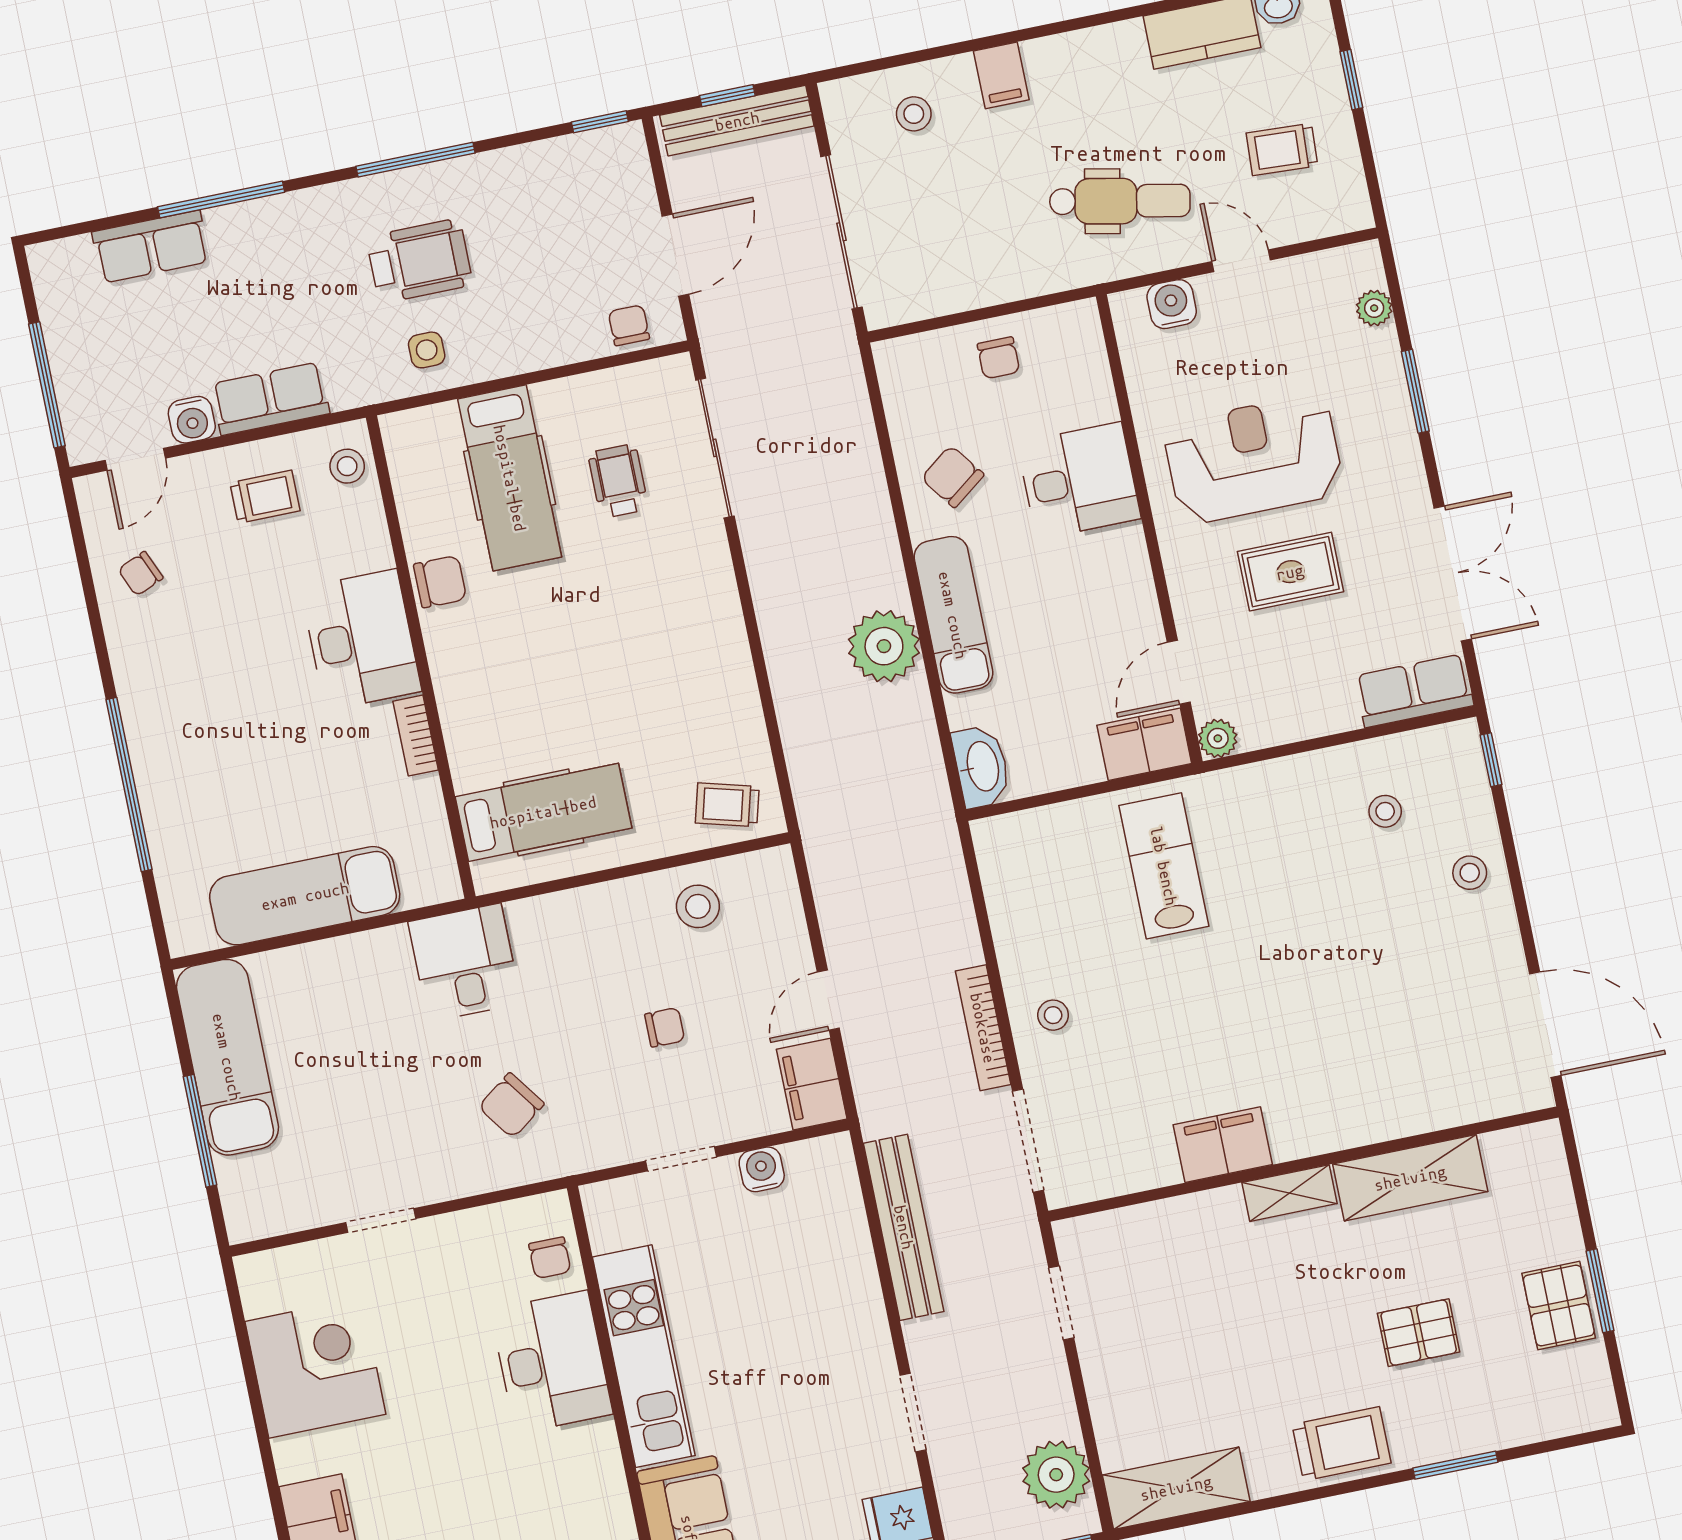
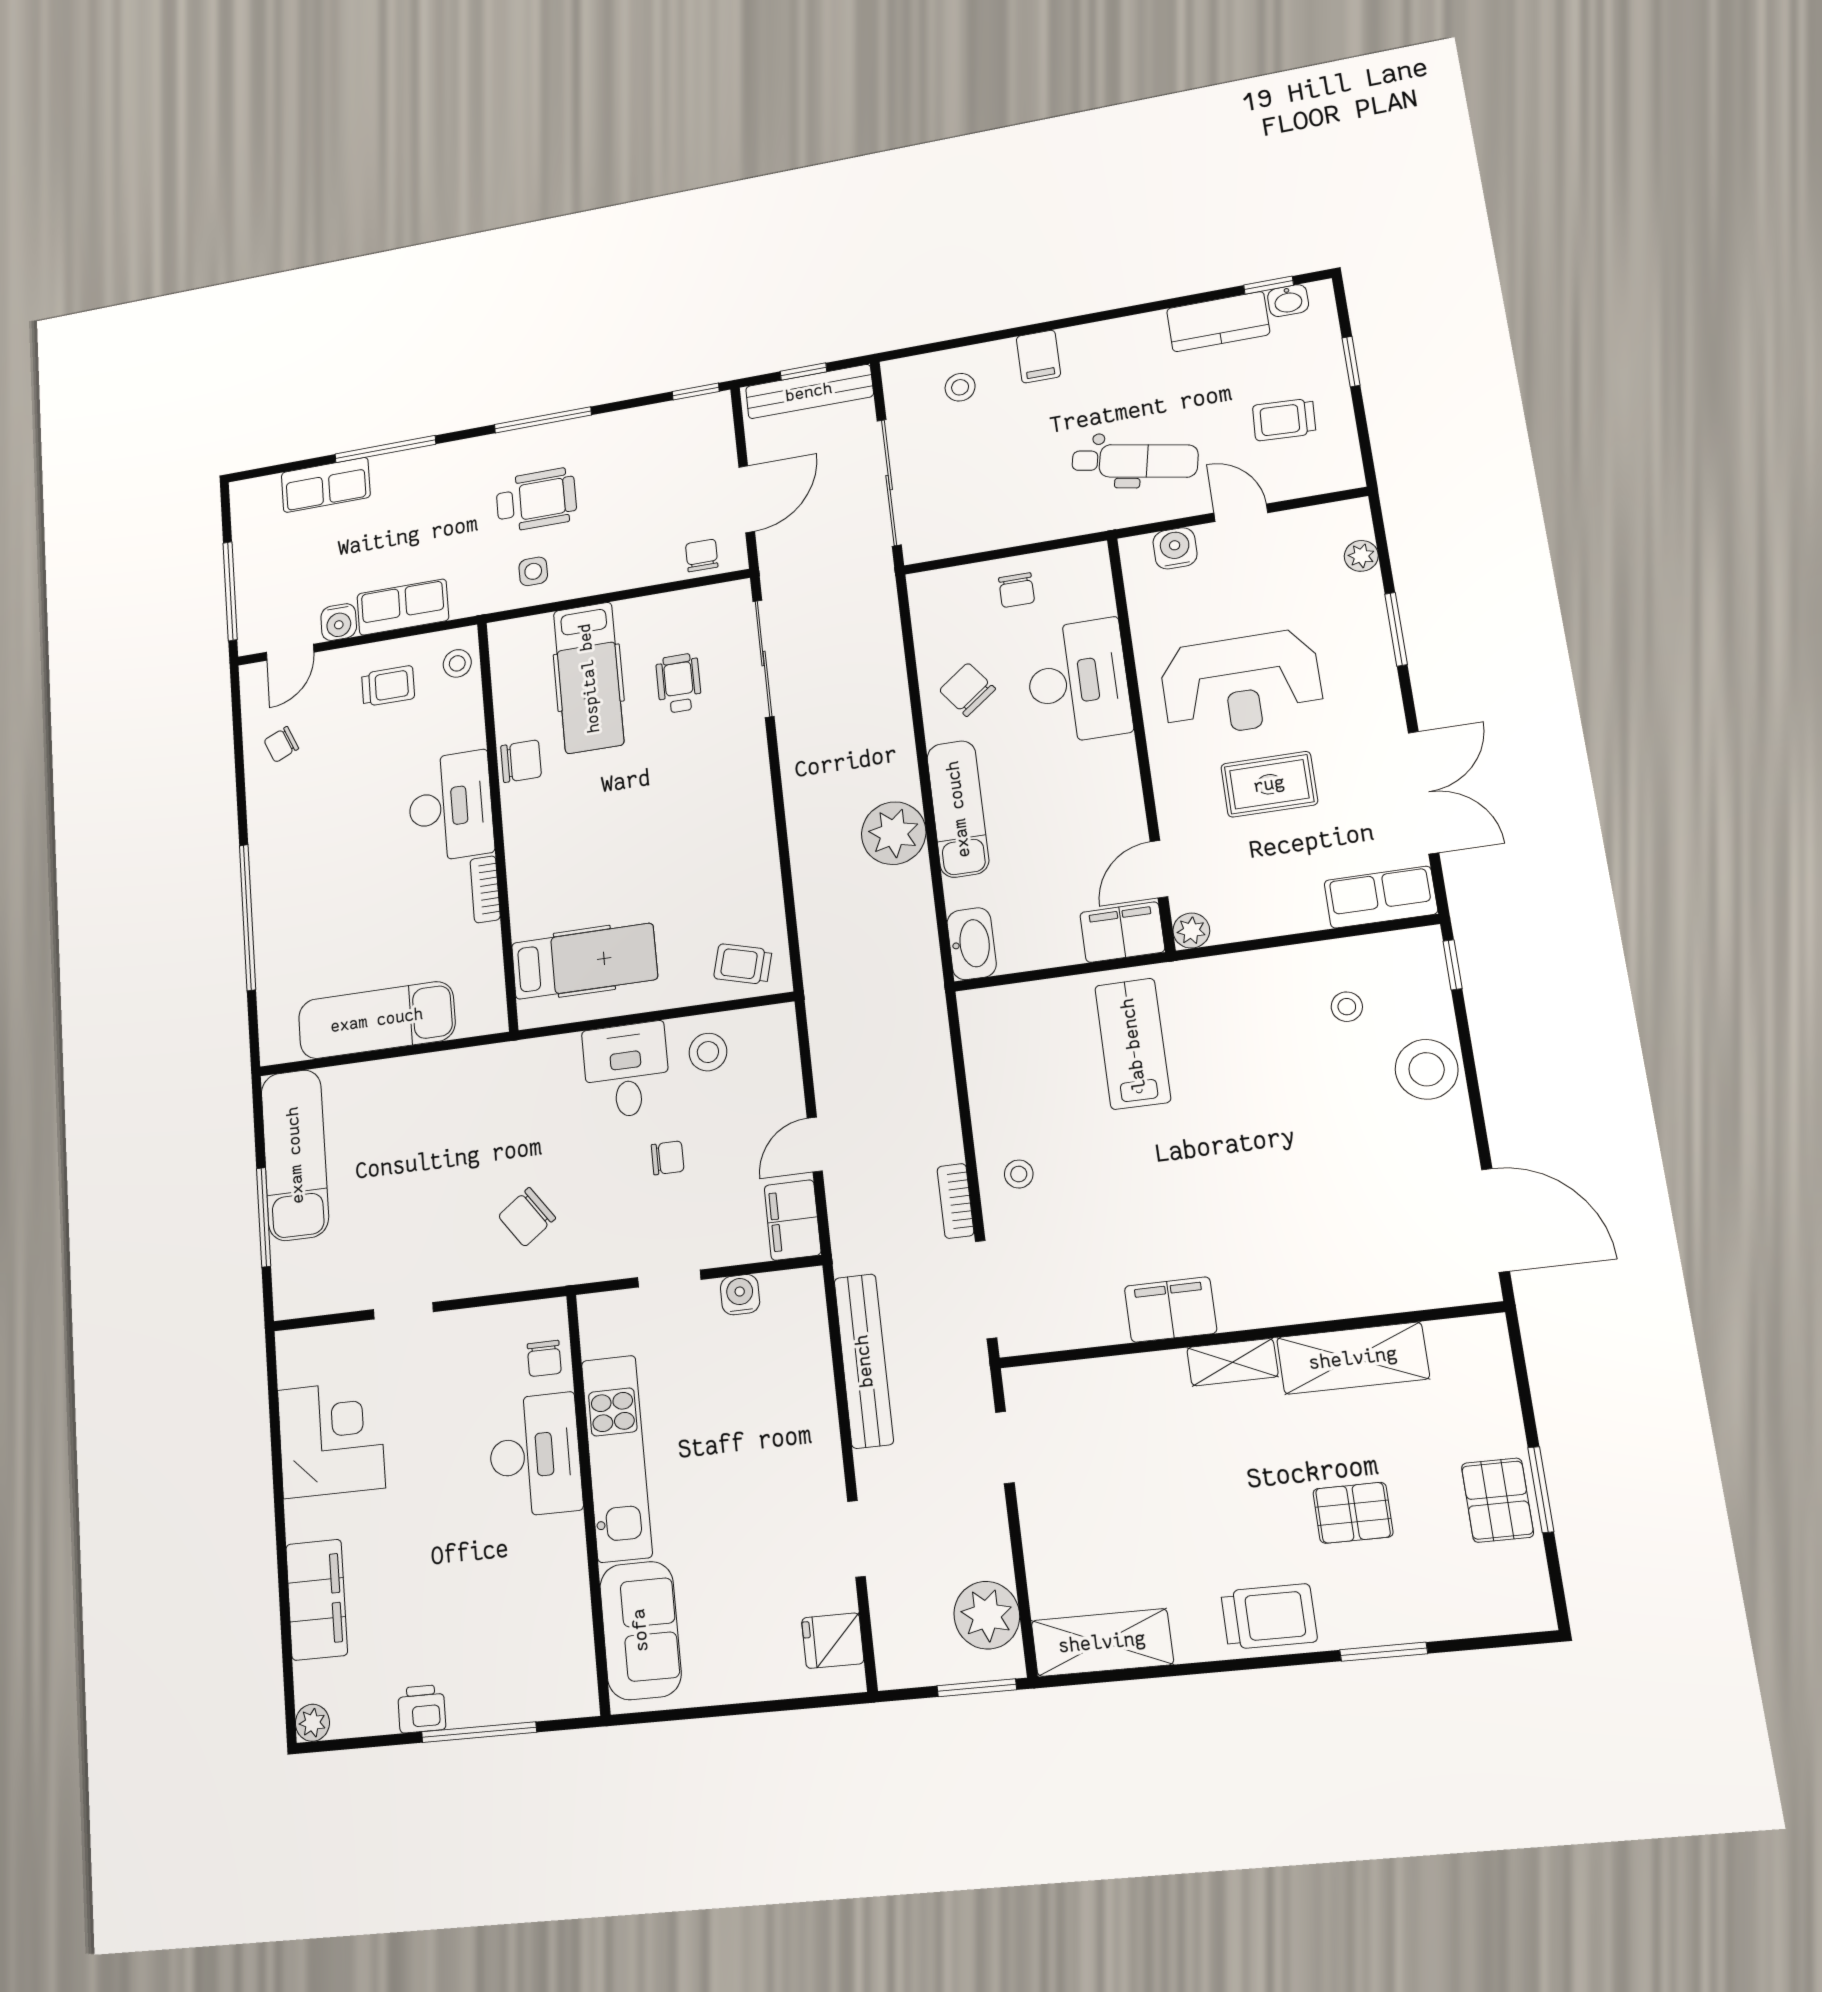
reception desk: (1253, 459) -> (1241, 684), turned 180
desk: (1079, 481) -> (1078, 681), width x1.37
stool: (1470, 873) -> (1427, 1069), width x1.89, depth x1.89
desk: (465, 962) -> (626, 1070), moved
bookcase: (983, 1028) -> (956, 1201), width x0.64

